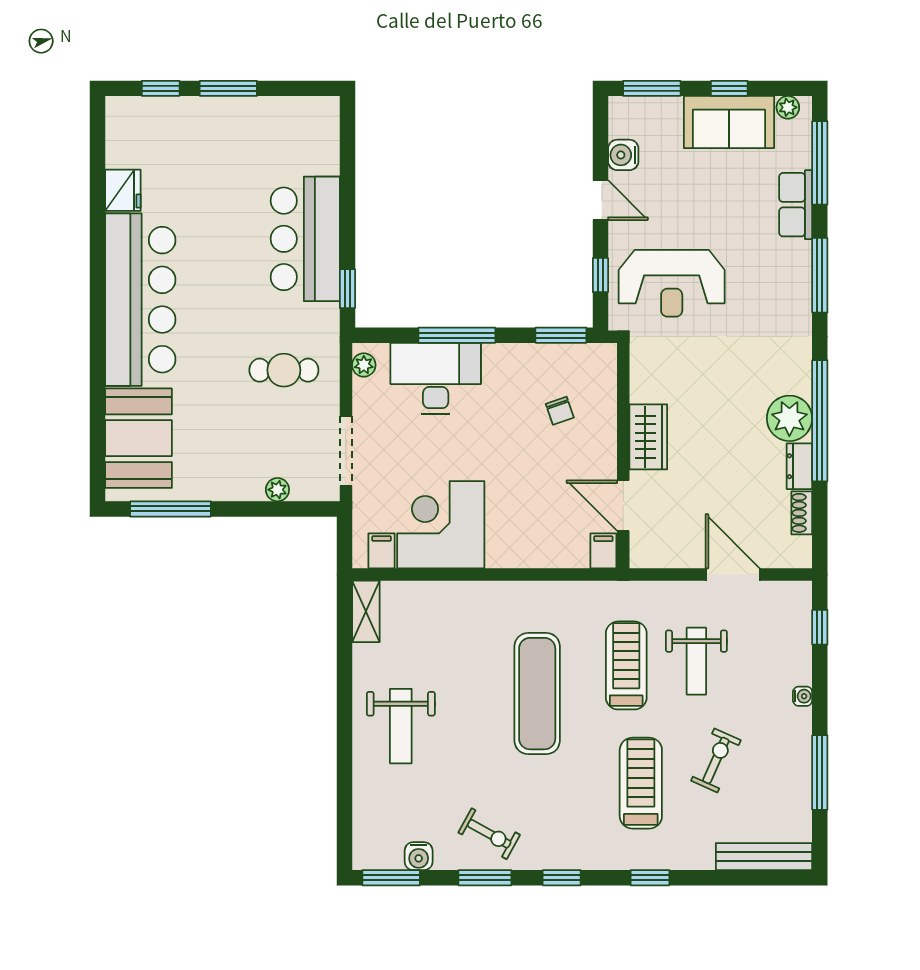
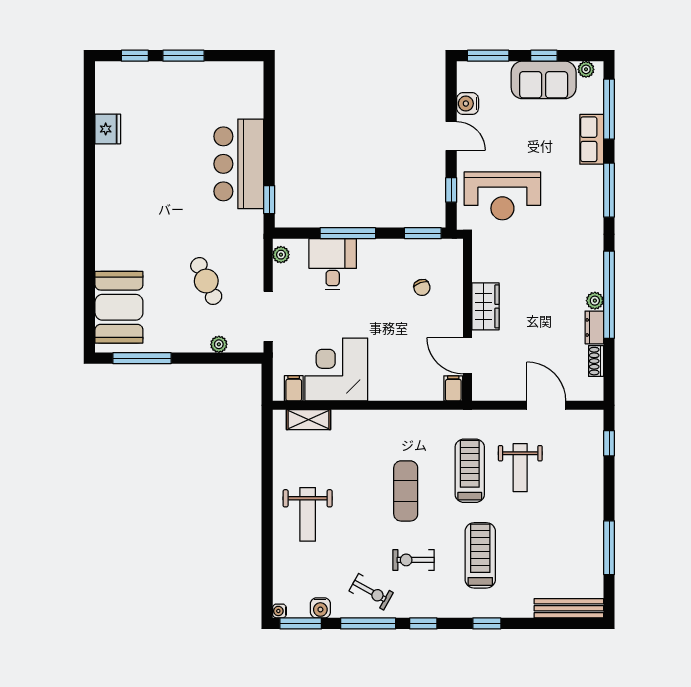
bar counter: (140, 300) -> (120, 208), removed
cafe table: (284, 370) -> (206, 281), moved, turned 65
desk: (436, 378) -> (333, 264), width x0.73
plant: (789, 418) -> (595, 301), width x0.53, depth x0.53
shelving: (366, 611) -> (308, 420), moved, turned 90
exercise mat: (537, 694) -> (406, 491), width x0.73, depth x0.69
water cooler: (803, 696) -> (279, 611), moved, turned 180
exercise bike: (716, 760) -> (414, 560), moved, turned -114
window: (485, 878) -> (368, 623), width x1.44

